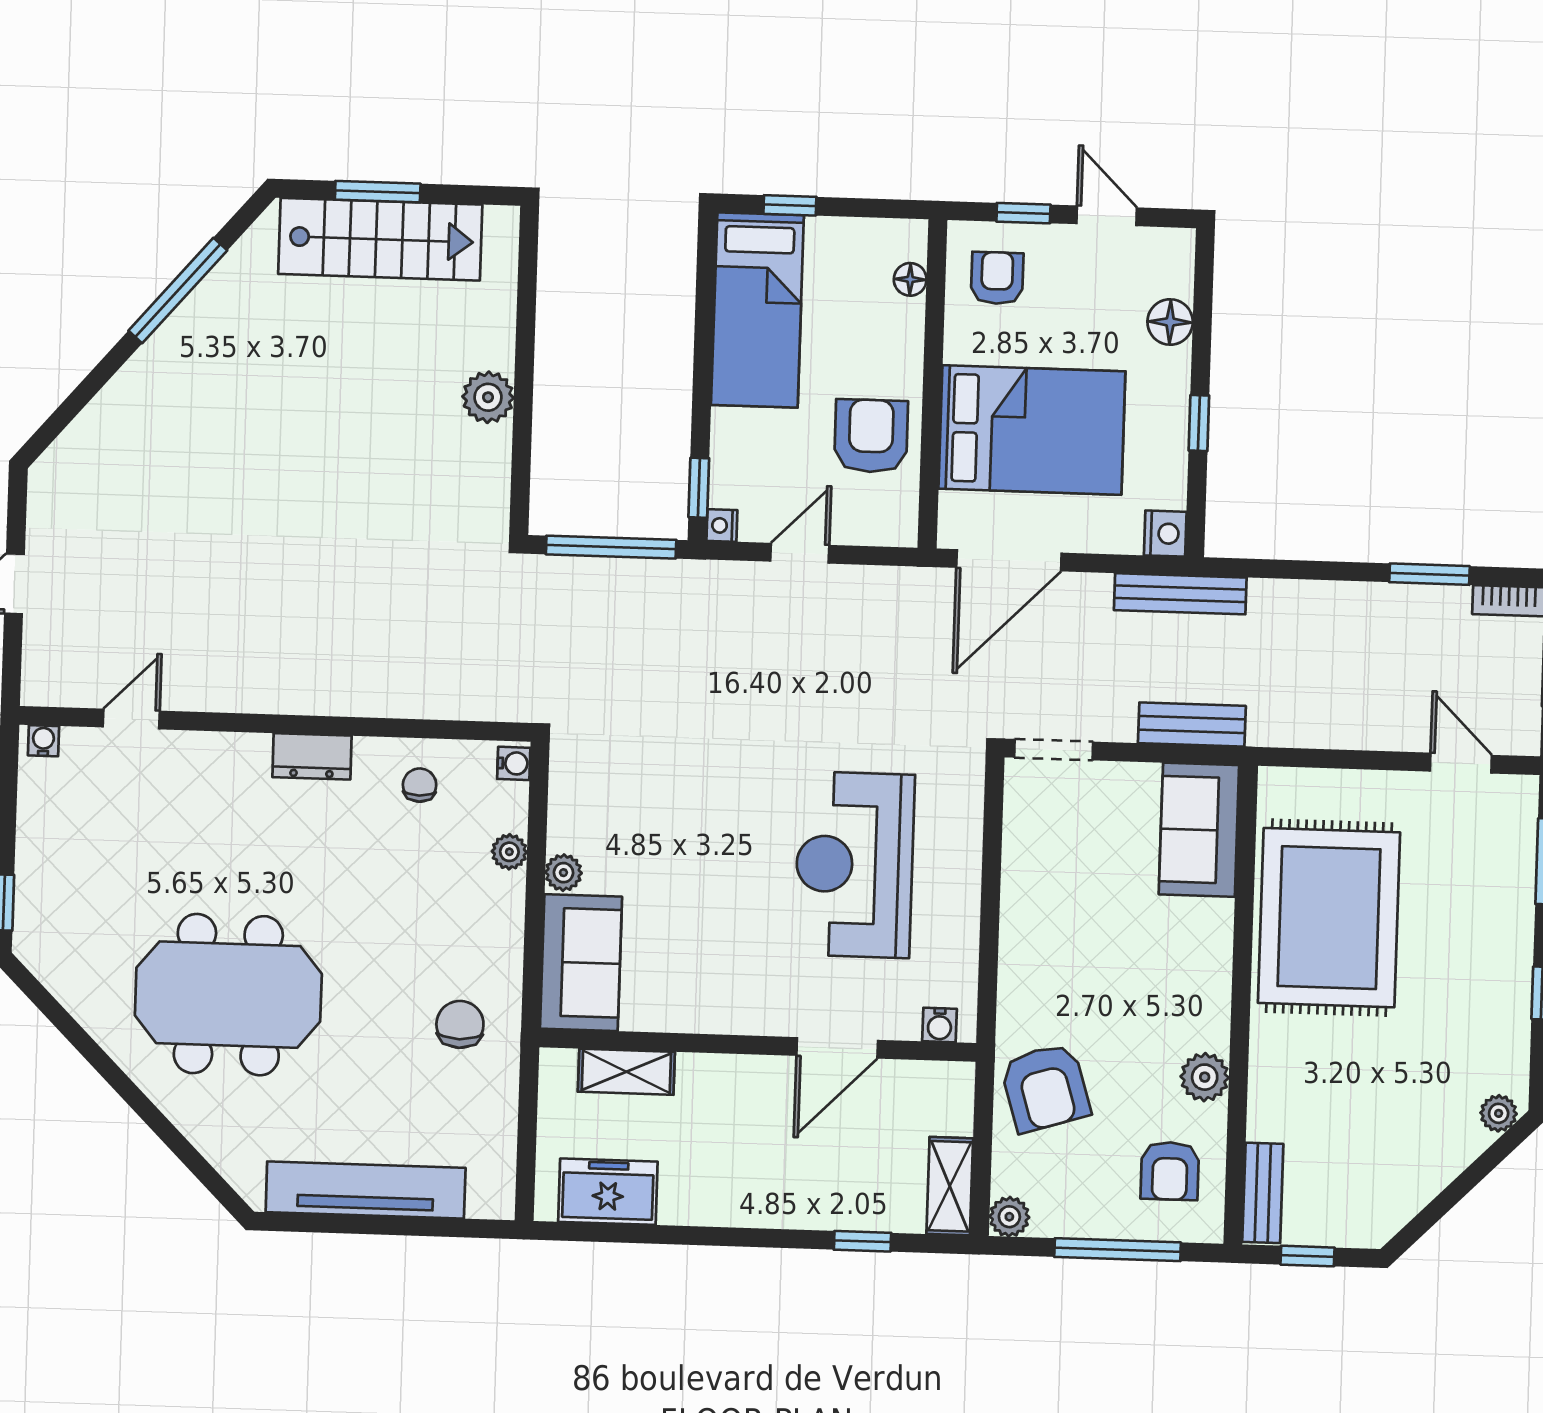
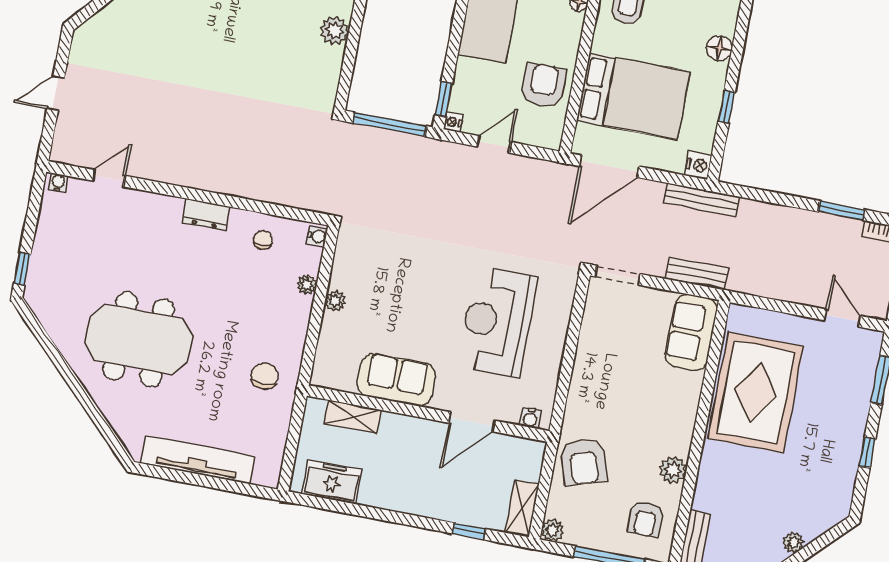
sofa: (581, 963) -> (396, 380), moved, turned -90
plant: (1499, 1113) -> (793, 542), moved

